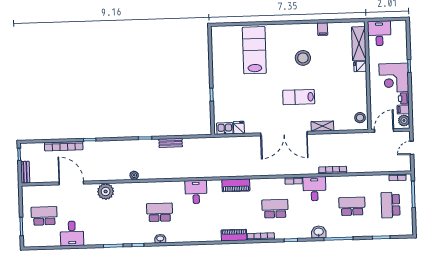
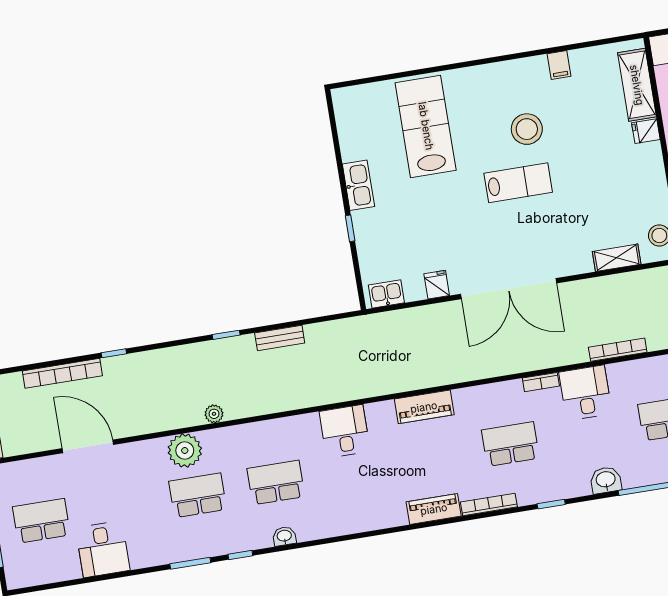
kitchen sink: (218, 74) -> (358, 185), added
lab bench: (299, 97) -> (518, 183), moved, turned 180
shelving: (322, 126) -> (617, 258), moved
fridge: (239, 128) -> (437, 285), moved
plant: (106, 191) -> (185, 451), moved
school desk: (121, 213) -> (198, 495), added

